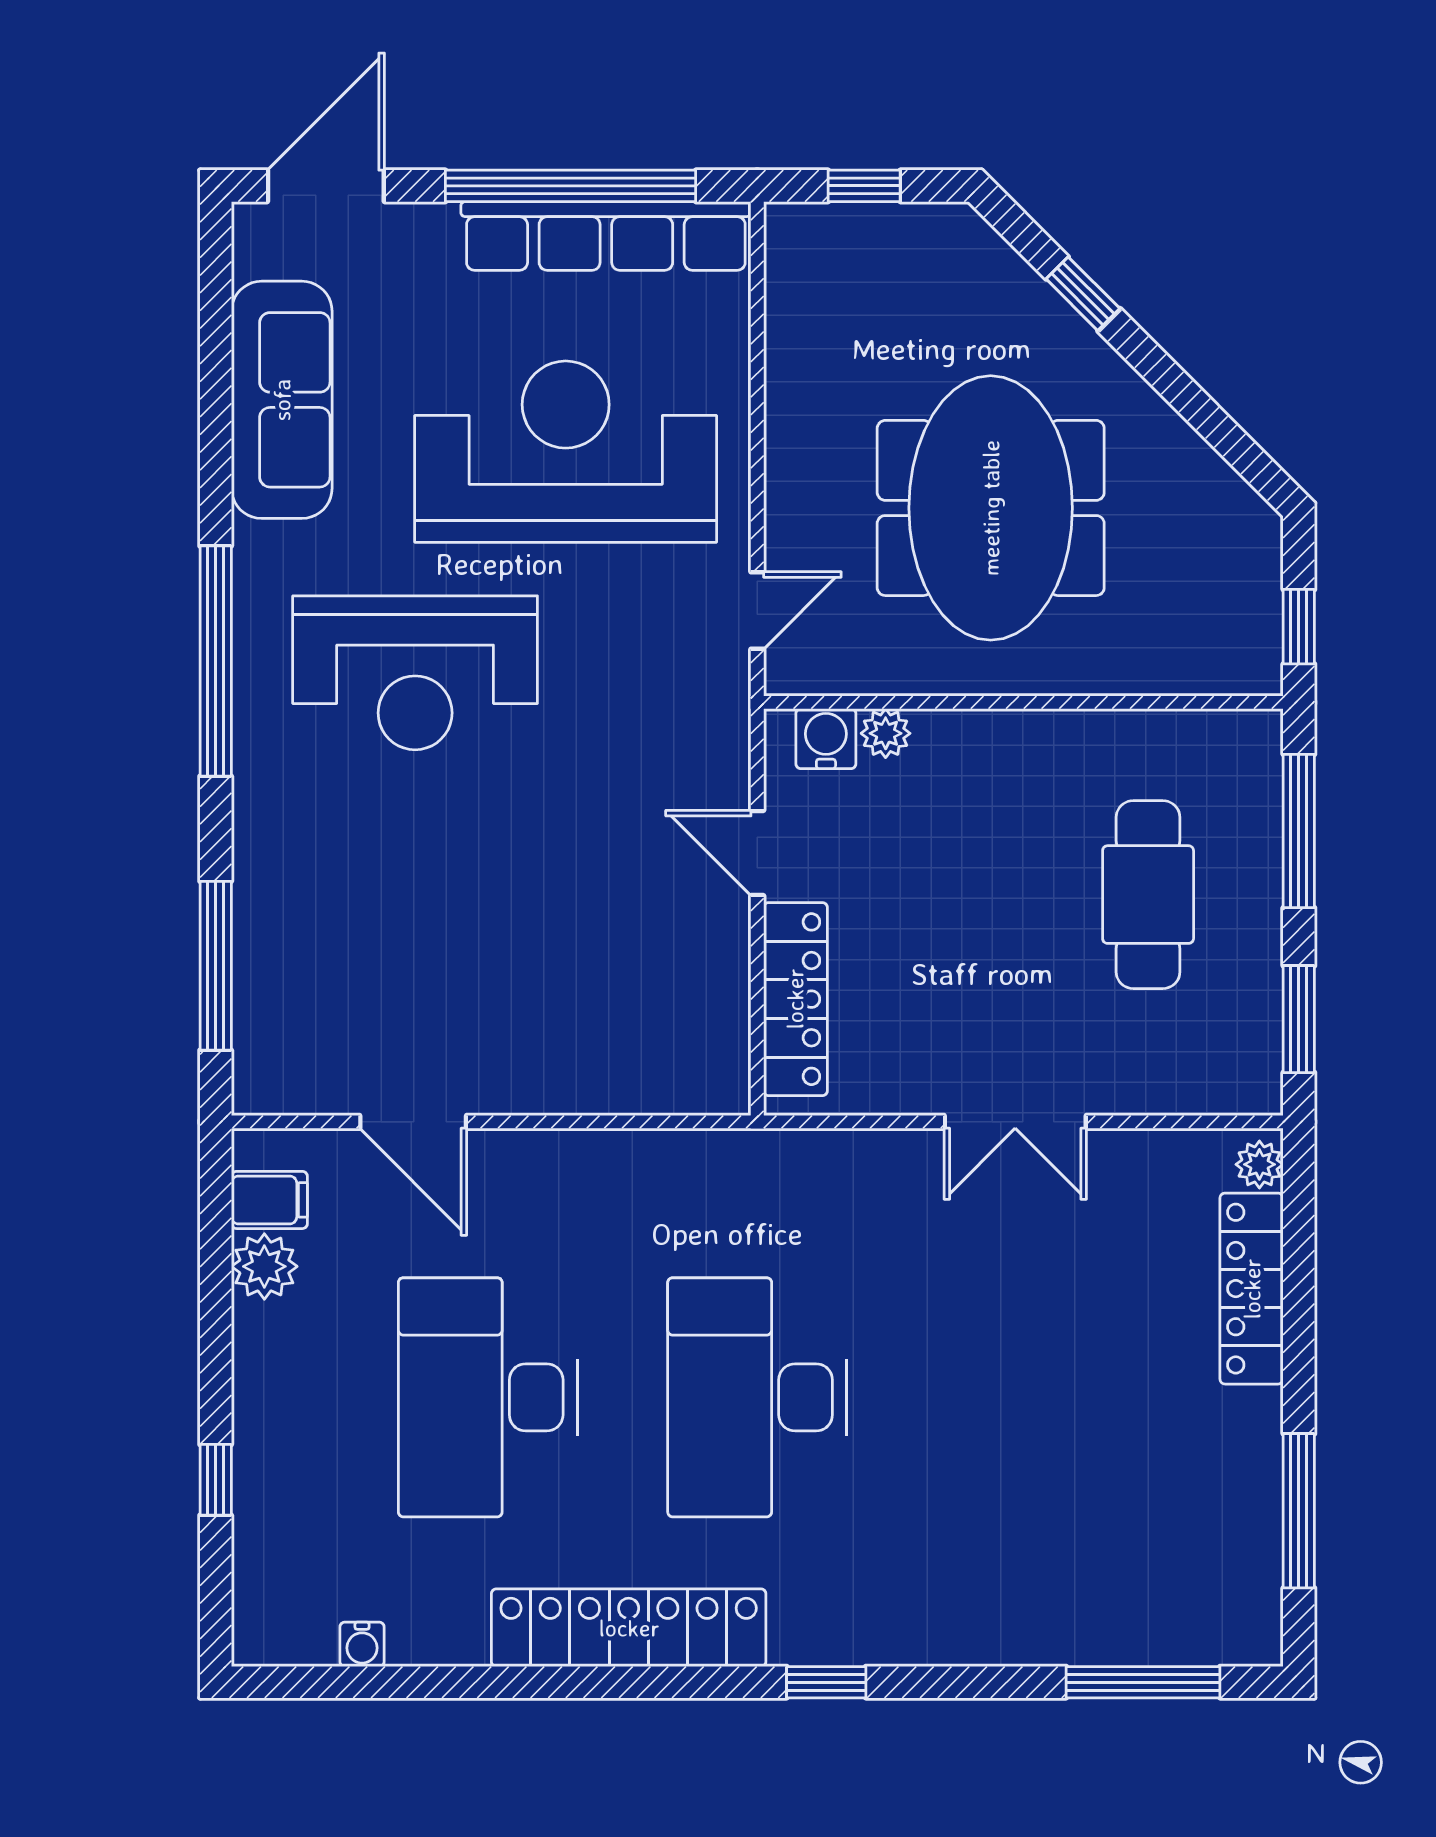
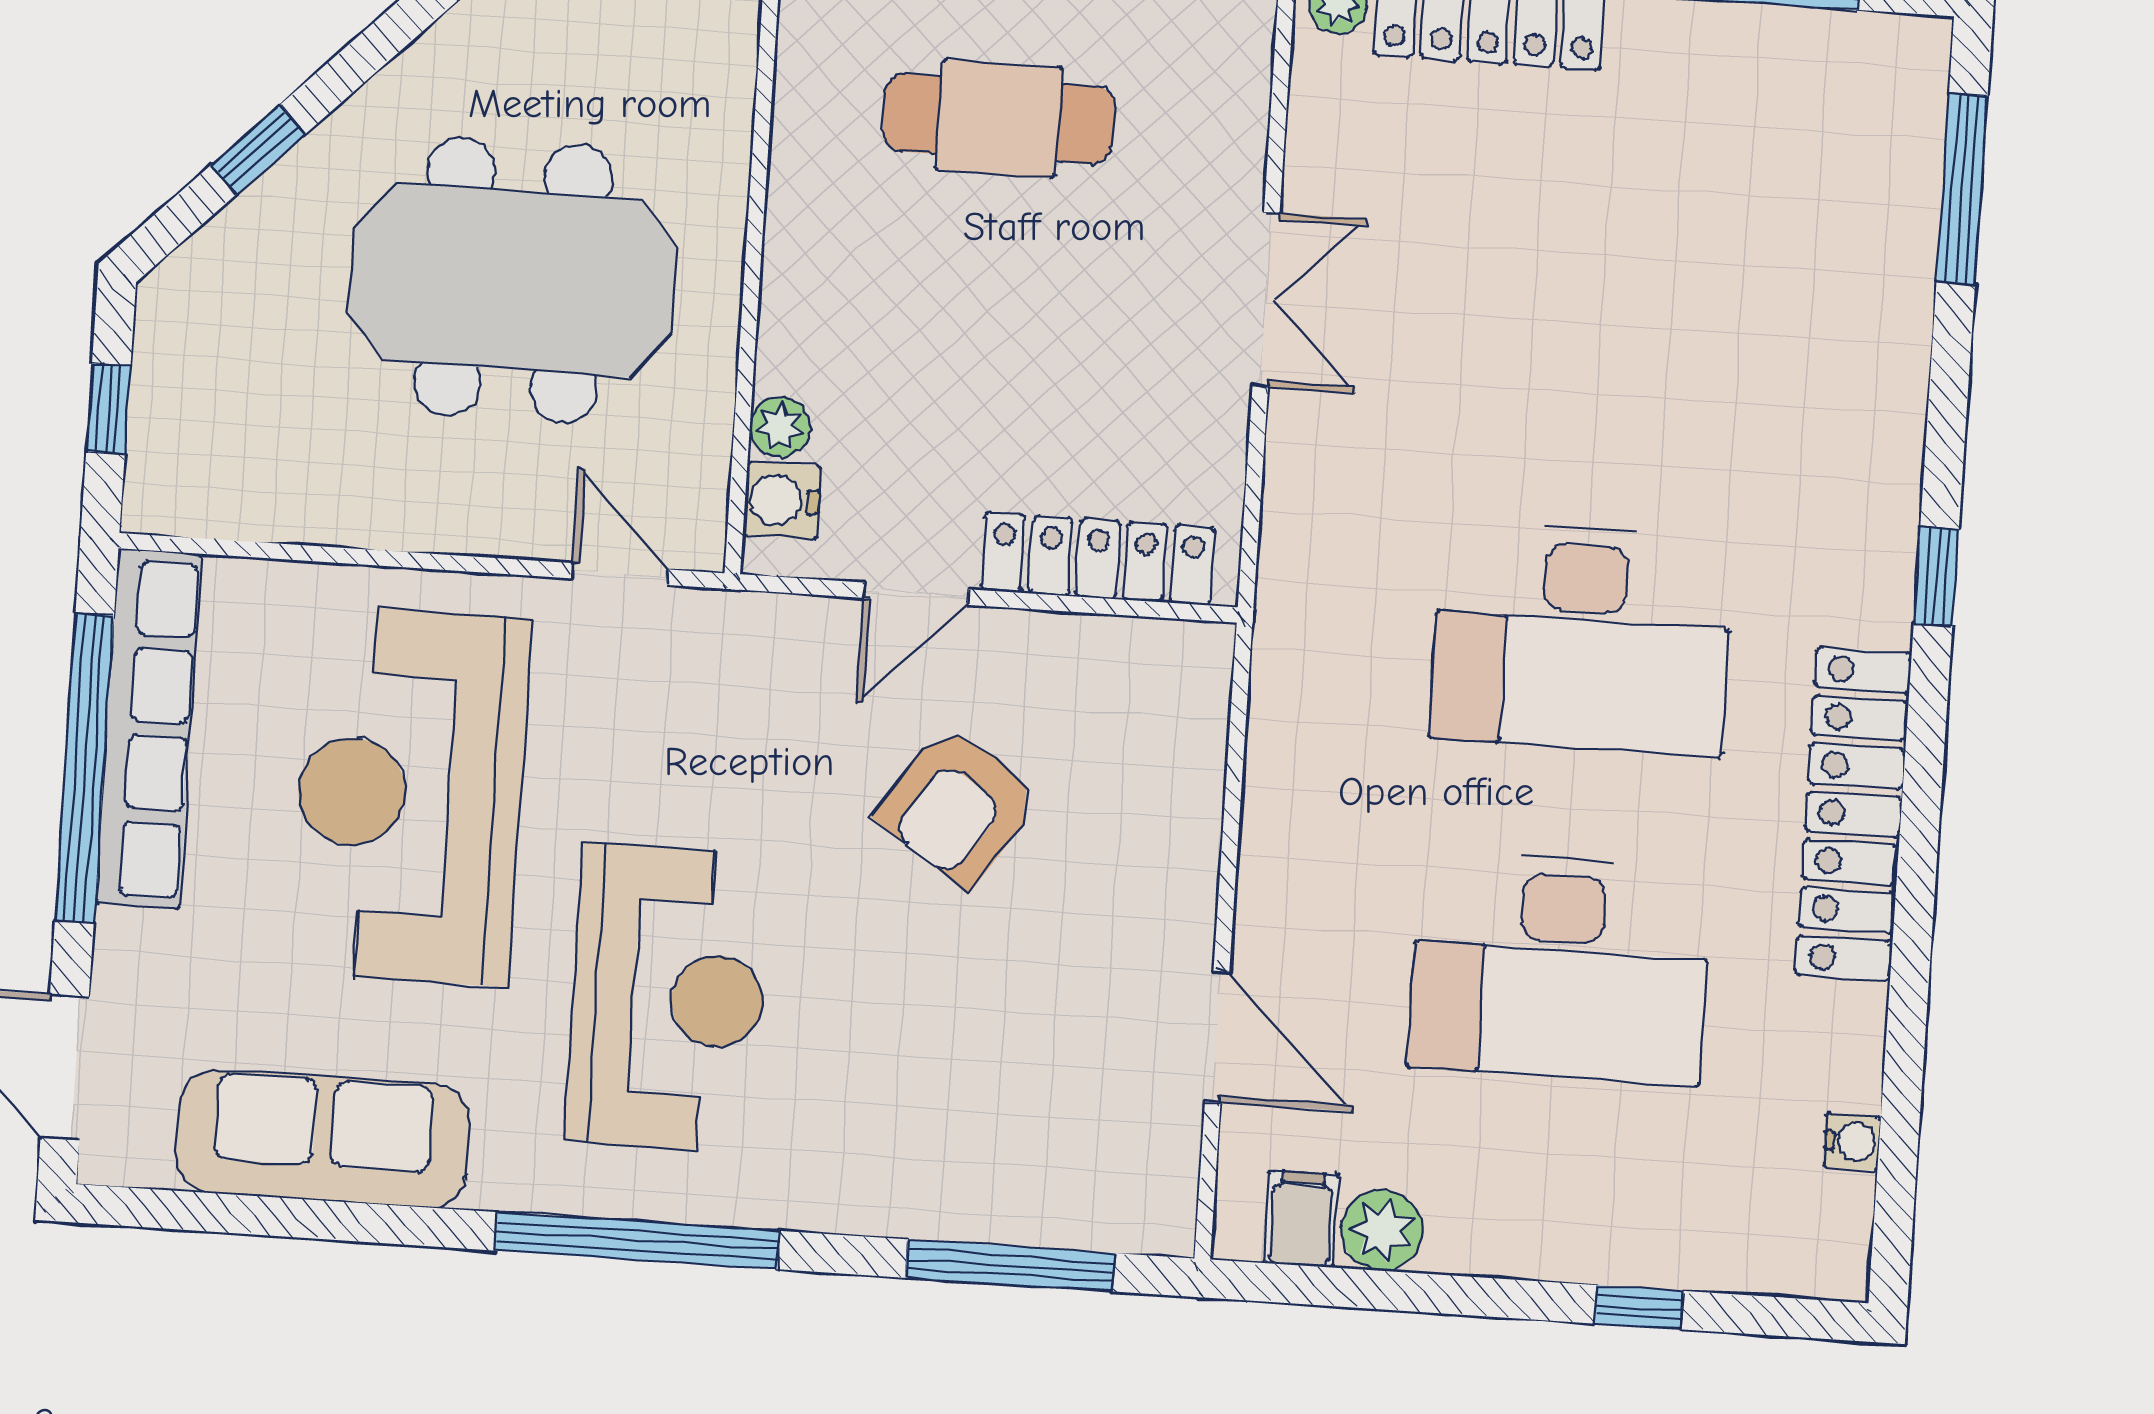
armchair: (587, 899) -> (958, 806), added
door: (413, 1122) -> (1217, 1037), hinge flipped

